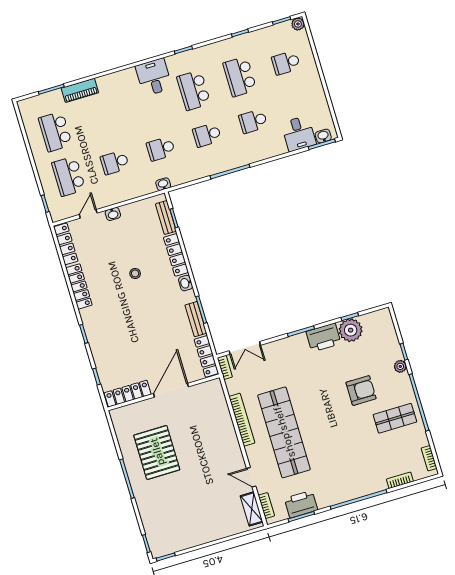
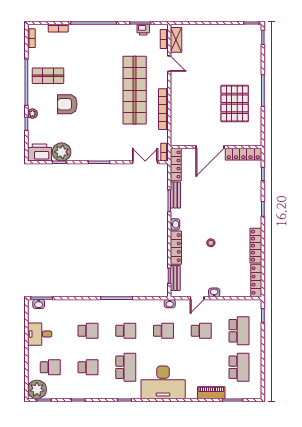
plant: (298, 24) -> (37, 389), width x1.87, depth x1.87
desk: (154, 77) -> (163, 382), width x1.87, depth x1.30
school desk: (240, 77) -> (88, 367), width x0.54
desk: (299, 133) -> (40, 334), moved, turned -90
door: (88, 214) -> (197, 298), moved
printer: (323, 337) -> (40, 153), moved
printer: (301, 504) -> (143, 30), width x0.53, depth x0.68

